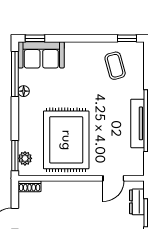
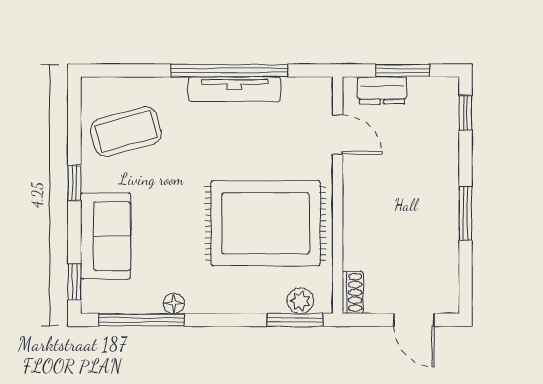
window: (127, 38) -> (74, 183), moved
sofa: (41, 55) -> (106, 236), moved
coffee table: (115, 66) -> (126, 131), width x1.36, depth x1.30

